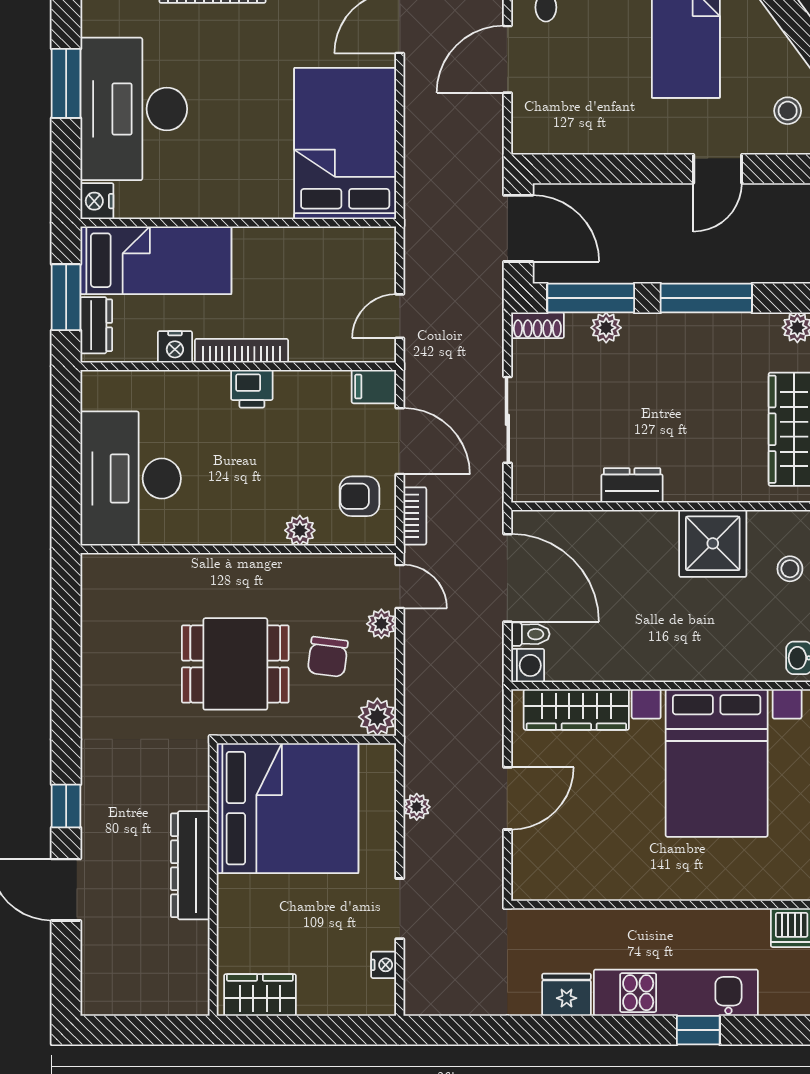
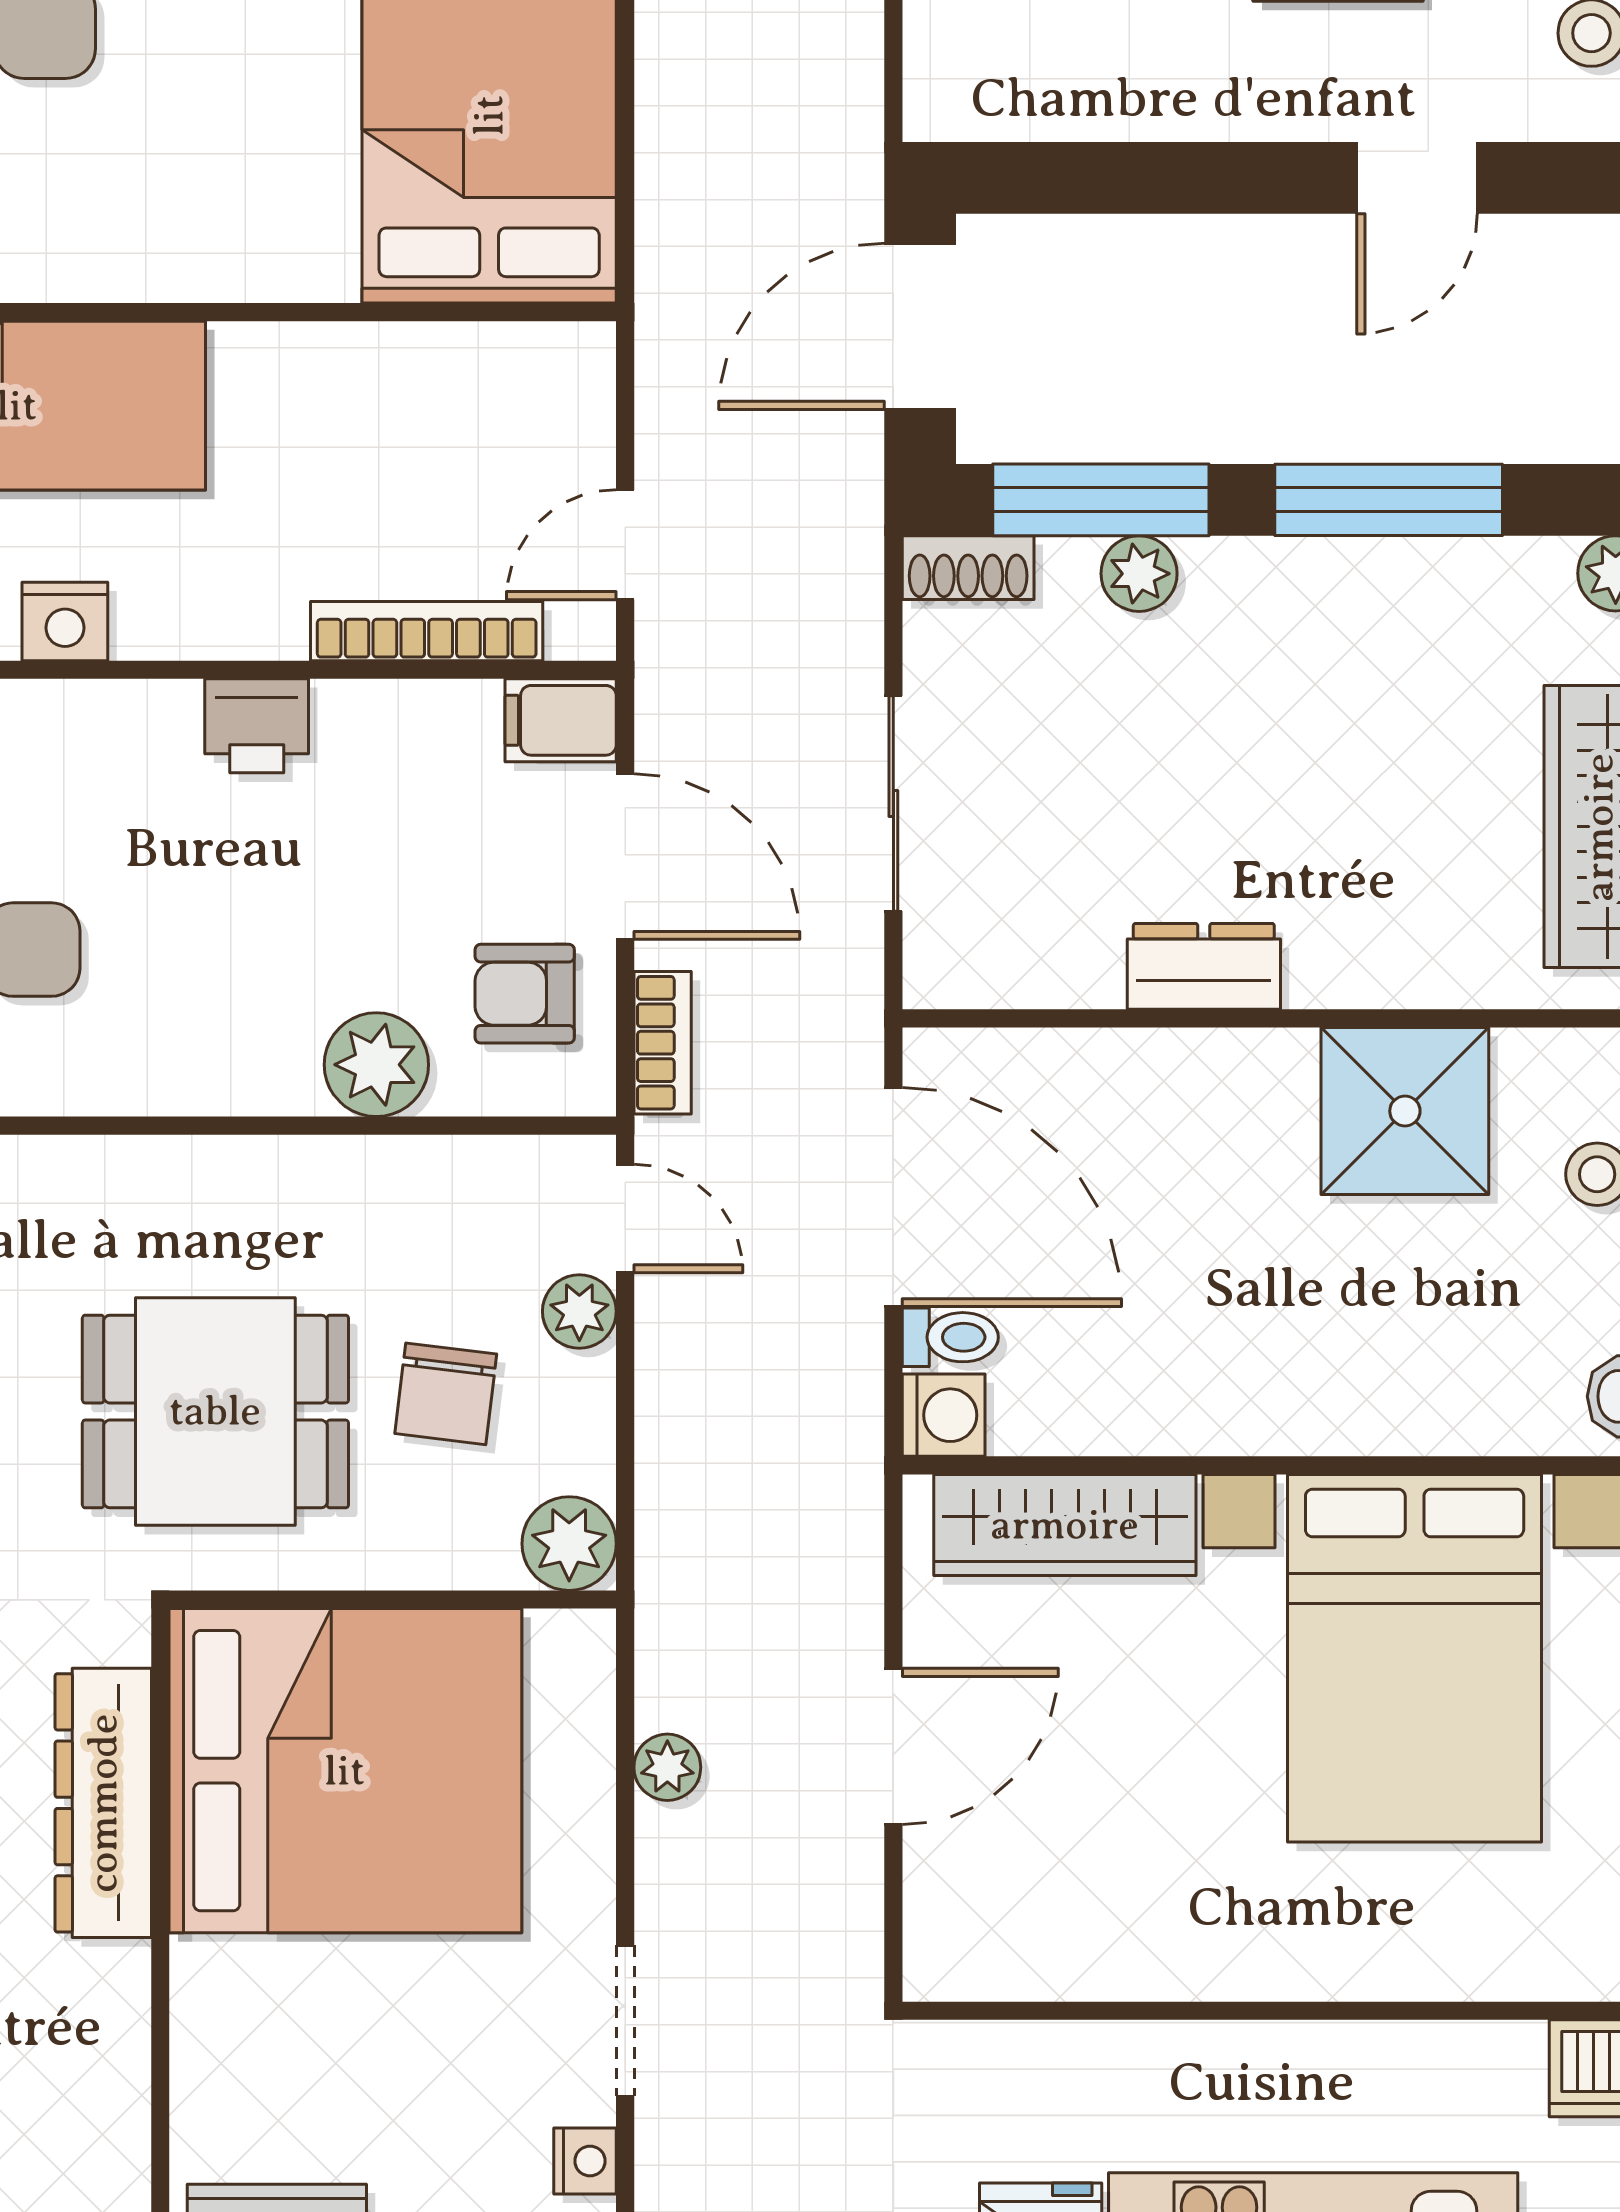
door: (518, 228) -> (920, 326), swing flipped
bookcase: (242, 351) -> (427, 631), moved
plant: (300, 530) -> (376, 1065), width x1.38, depth x1.38
dresser: (190, 865) -> (103, 1803), moved

